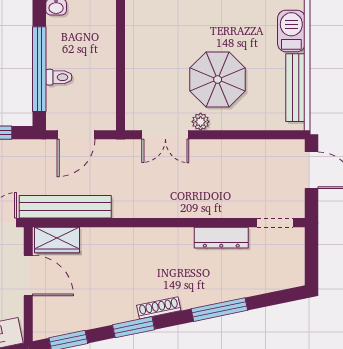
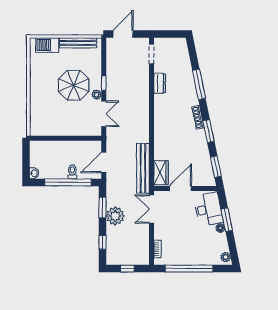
door: (76, 135) -> (104, 162), swing flipped
window: (222, 135) -> (104, 83), added
dresser: (221, 238) -> (160, 83), width x0.70

